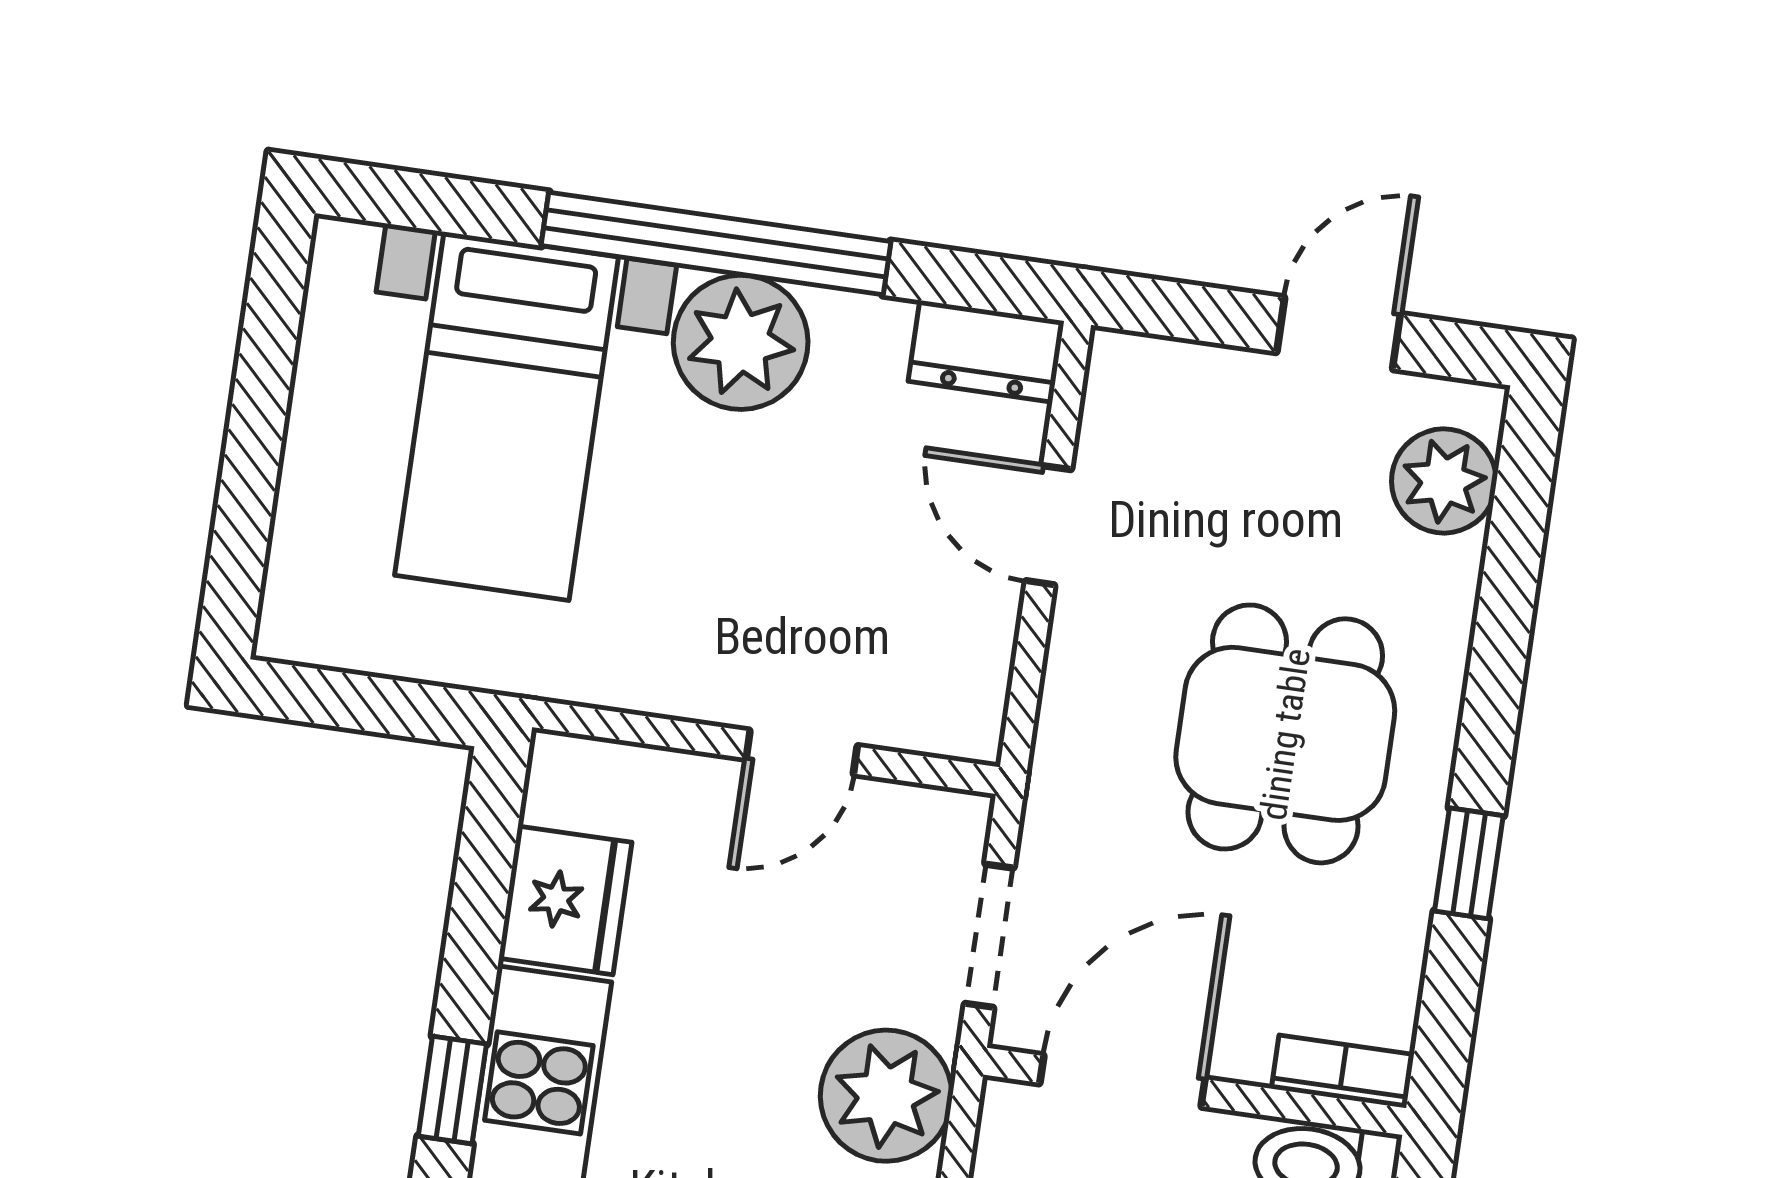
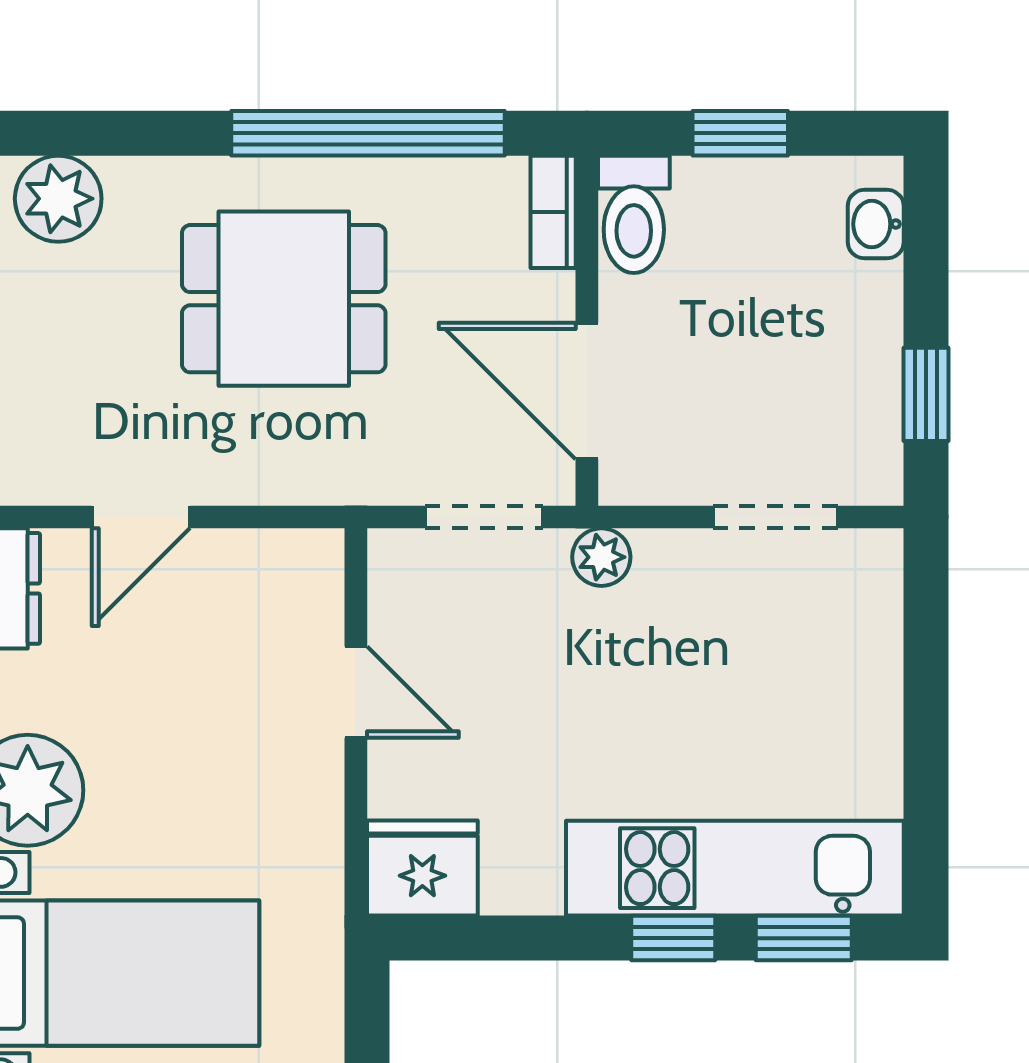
window: (1469, 863) -> (368, 133), width x3.17
fridge: (565, 900) -> (422, 868), moved
plant: (886, 1096) -> (601, 557), width x0.53, depth x0.53

